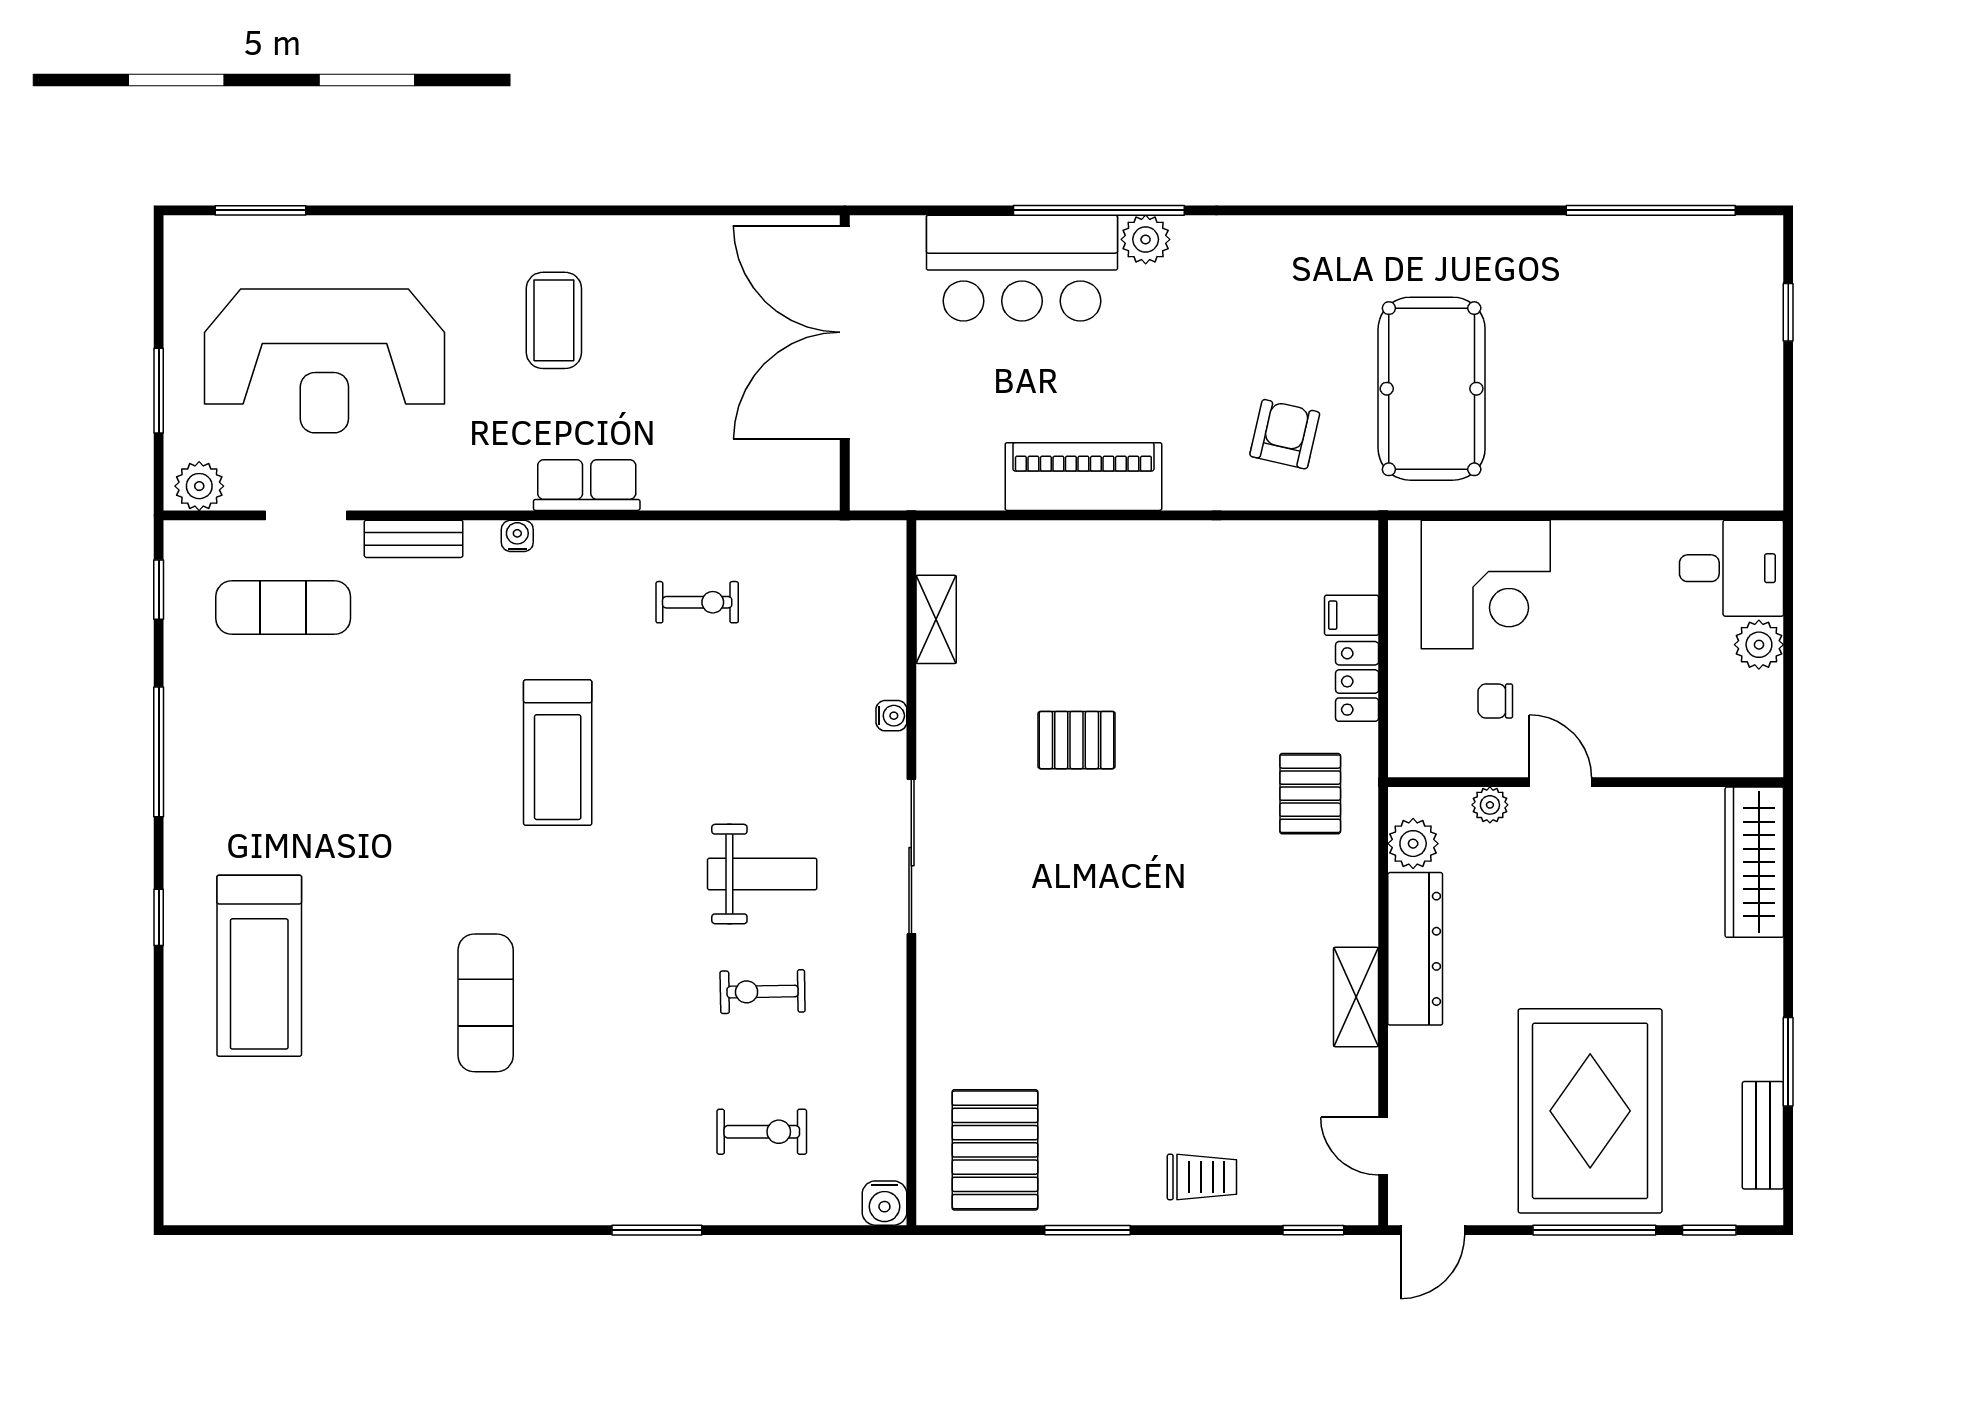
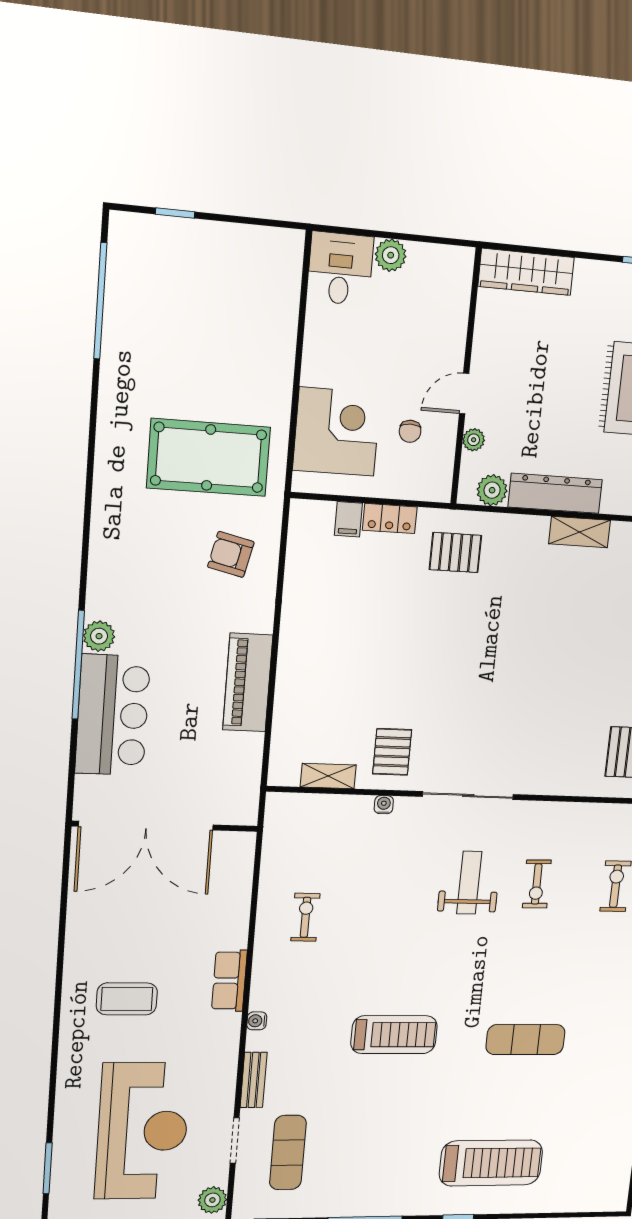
pallet: (1077, 740) -> (392, 752), moved
treadmill: (558, 753) -> (394, 1035), moved

